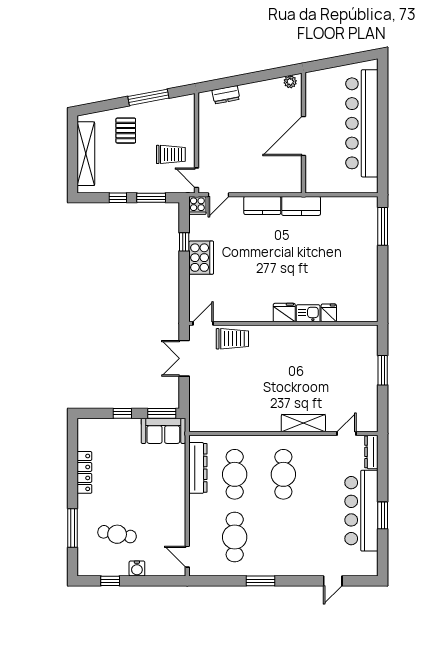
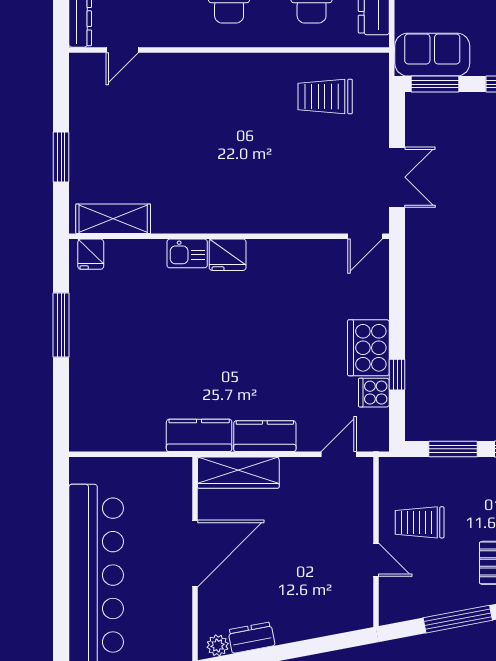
dresser: (226, 95) -> (251, 638), moved
door: (197, 178) -> (376, 560), moved
wardrobe: (278, 184) -> (238, 473), added
cooker: (197, 205) -> (374, 393), moved, turned -90
window: (383, 226) -> (61, 325), moved
fridge: (329, 313) -> (91, 254), moved
trolley: (232, 339) -> (325, 97), moved
shelving: (303, 423) -> (113, 219), moved

